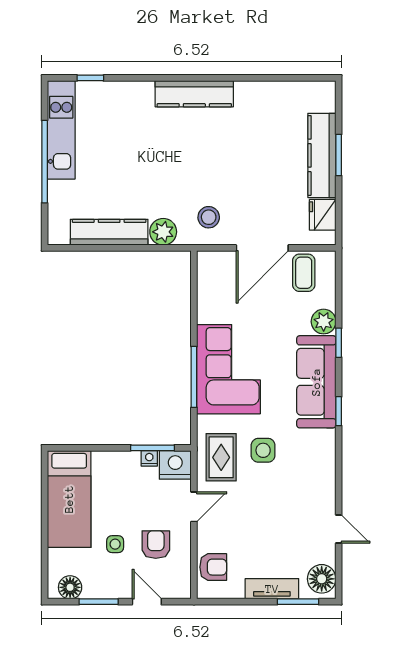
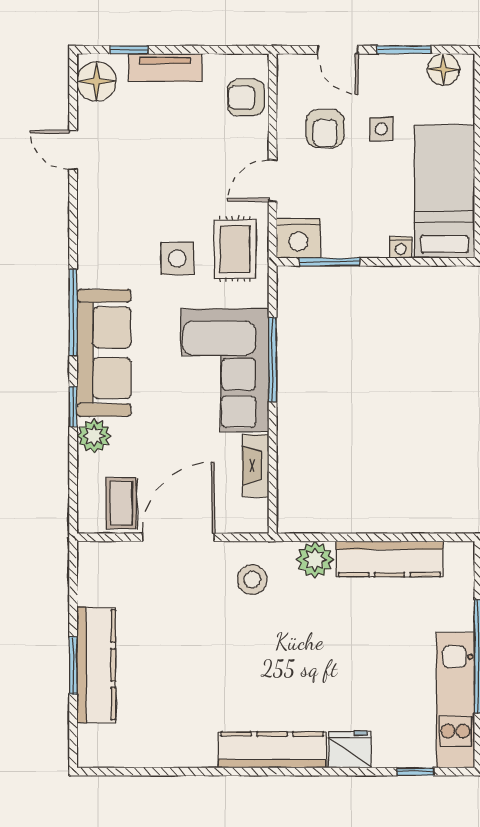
fridge: (323, 215) -> (350, 750), moved, turned -90
fireplace: (206, 300) -> (255, 466), added
window: (339, 411) -> (73, 312), width x2.17
nightstand: (149, 458) -> (401, 247), moved
window: (298, 602) -> (129, 50), width x0.67

